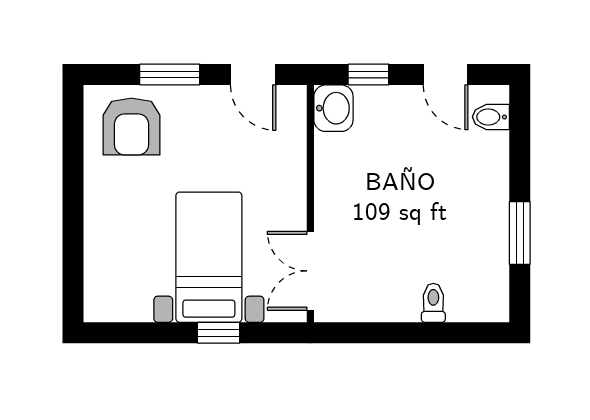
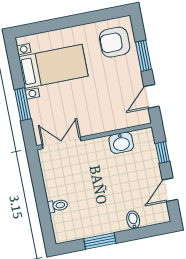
washbasin: (333, 108) -> (121, 143), moved
bidet: (491, 117) -> (133, 220), moved
bed with nightstands: (209, 257) -> (53, 66), moved
window: (219, 333) -> (23, 104), width x1.50

